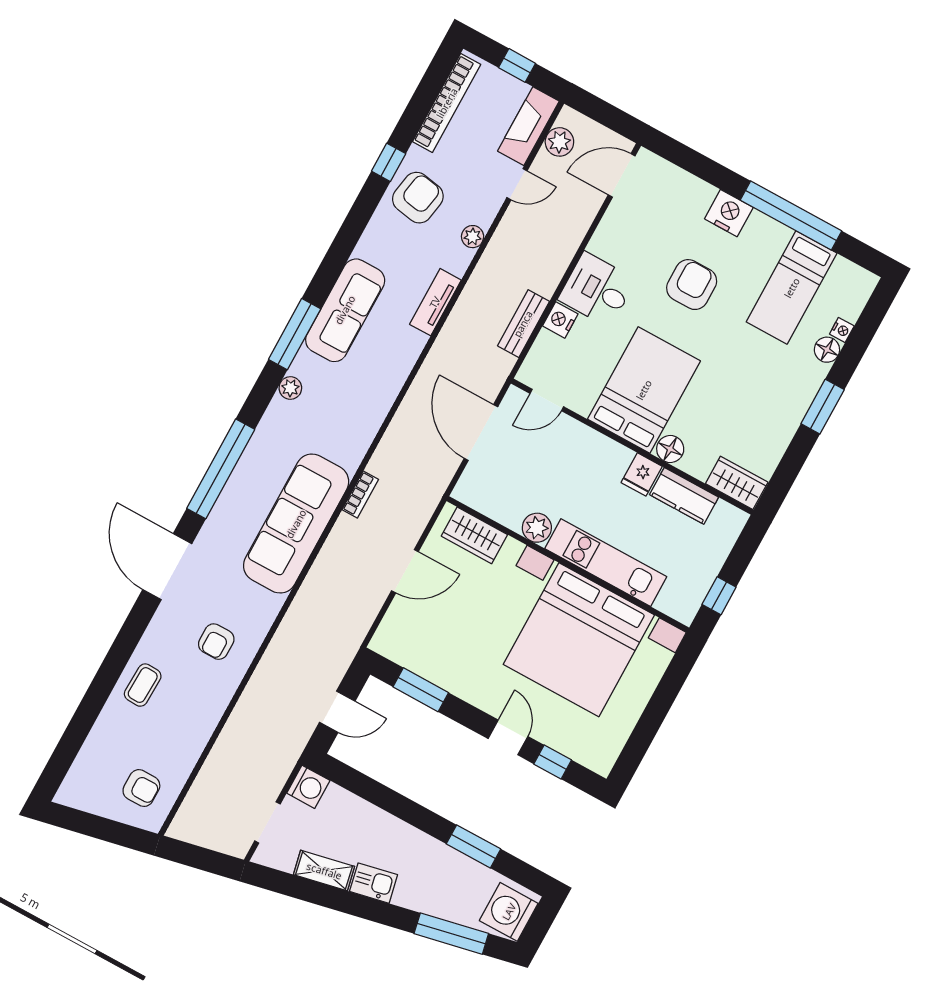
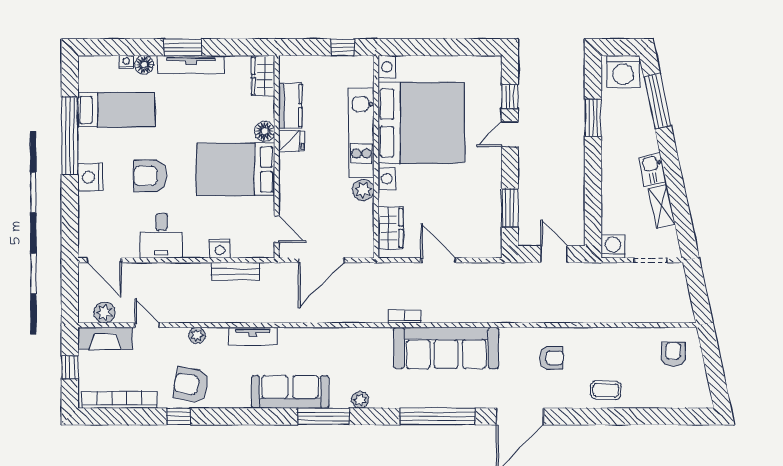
desk: (597, 289) -> (161, 236), moved
tv unit: (797, 405) -> (191, 65), added

